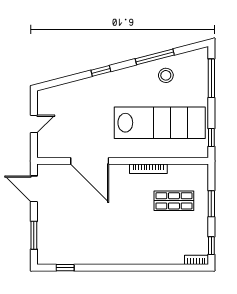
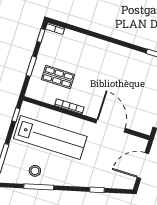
window: (101, 71) -> (97, 190), moved
lab bench: (160, 123) -> (50, 137), turned 180
door: (34, 124) -> (143, 166), width x1.87

